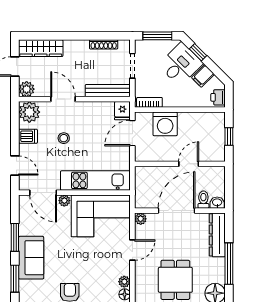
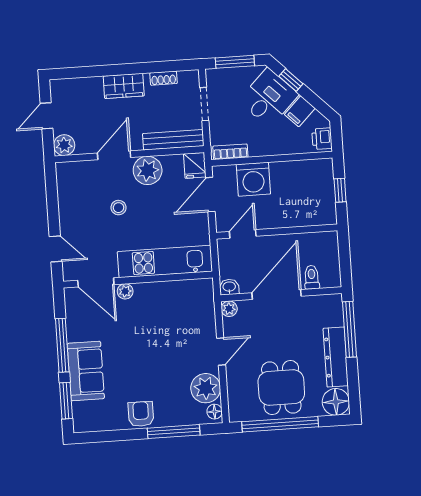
shoe rack: (104, 44) -> (164, 78), width x0.70
wardrobe: (41, 48) -> (124, 86), moved, width x0.67
door: (63, 99) -> (114, 155), hinge flipped
plant: (29, 112) -> (148, 170), moved
dishwasher: (28, 136) -> (70, 208), removed
door: (189, 164) -> (243, 234), moved
washbasin: (217, 203) -> (229, 287), moved
corner sofa: (101, 216) -> (175, 308), removed
dresser: (217, 235) -> (336, 357), moved
window: (15, 237) -> (62, 345), width x1.44
window: (229, 264) -> (350, 329), moved
plant: (124, 282) -> (206, 388), width x1.87, depth x1.87

